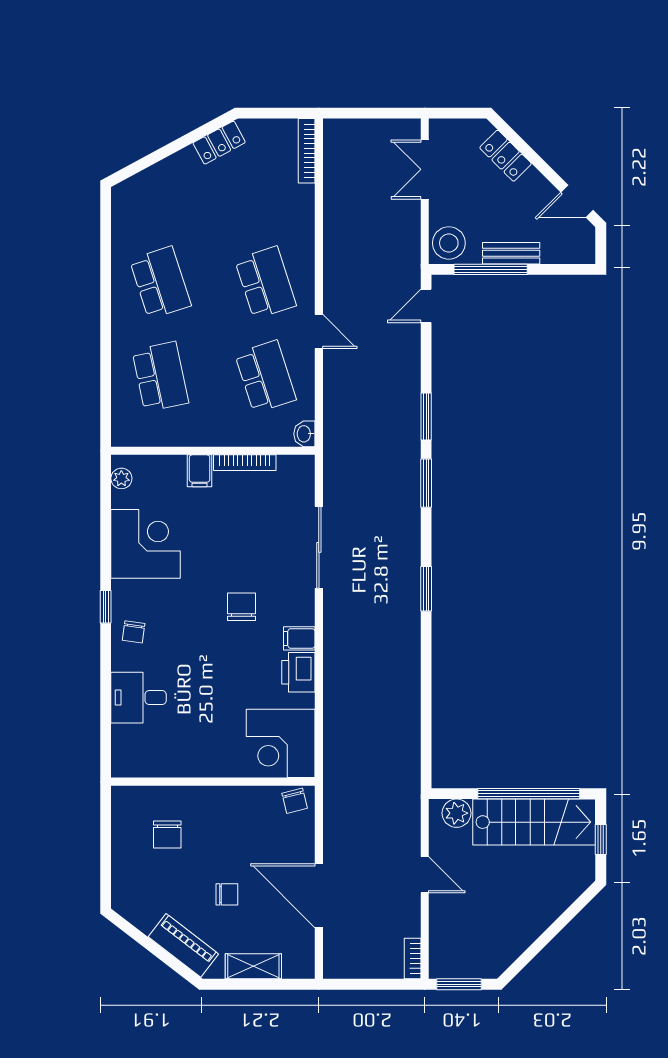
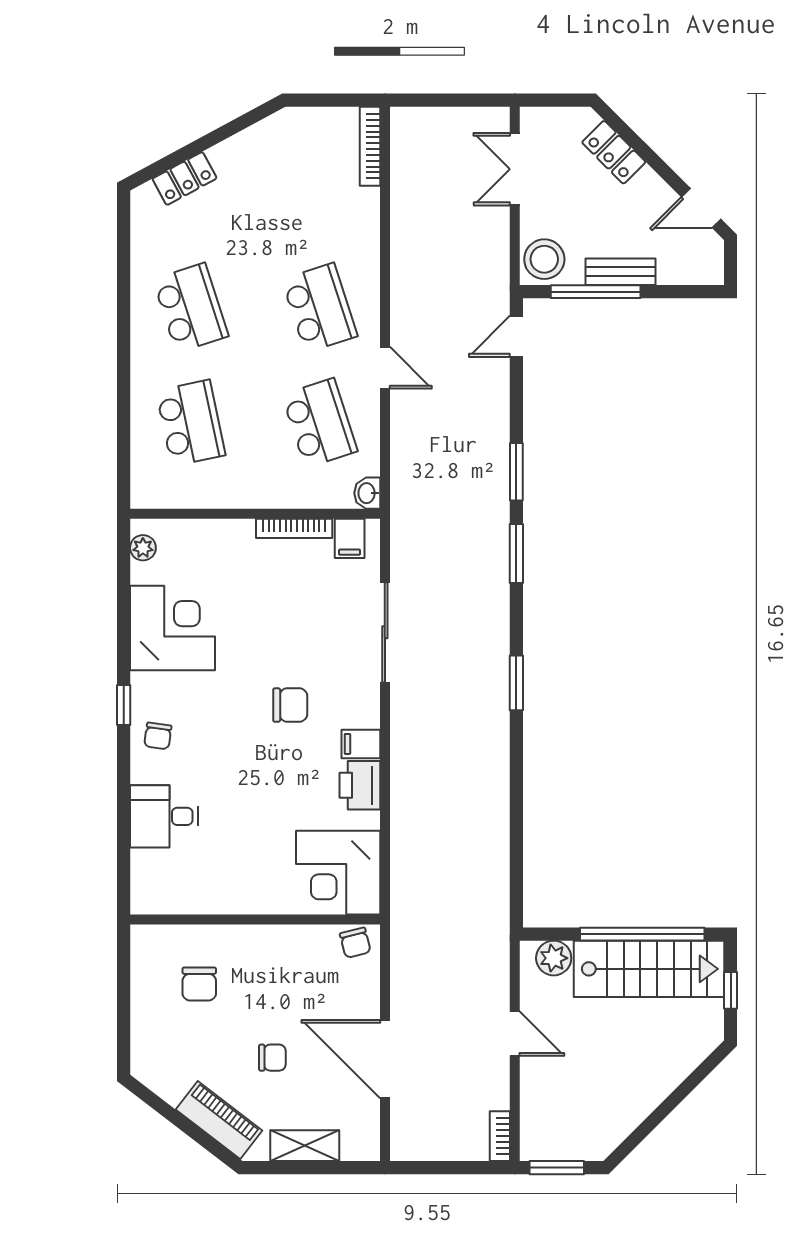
locker: (219, 143) -> (185, 178), moved
filing cabinet: (200, 471) -> (350, 538), moved
chair: (242, 607) -> (290, 705), turned 90

